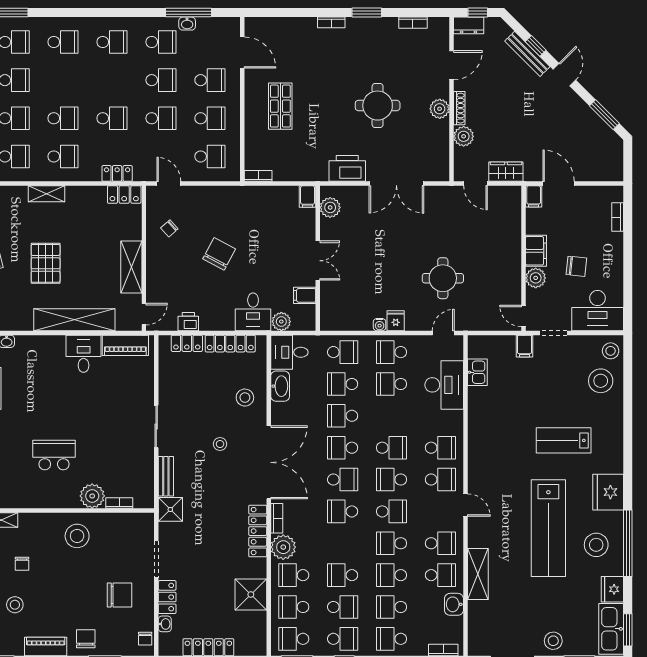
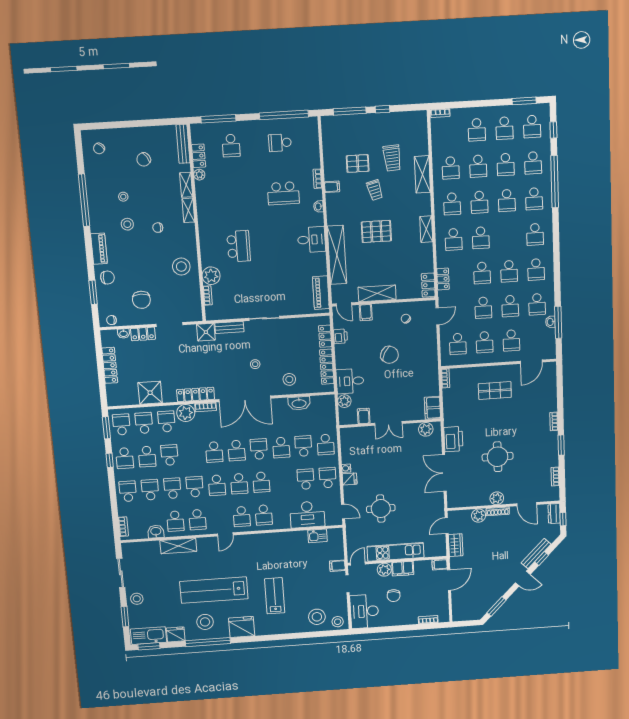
school desk: (112, 80) -> (509, 271), added
filing cabinet: (308, 197) -> (432, 408), width x2.00
kitchen unit: (510, 260) -> (396, 552), added
filing cabinet: (157, 284) -> (366, 313), added
desk: (289, 352) -> (323, 408), removed
desk: (84, 354) -> (311, 240), moved
school desk: (343, 416) -> (281, 448), turned 180
school desk: (391, 480) -> (239, 484), turned 180
school desk: (343, 511) -> (214, 452), turned 180

